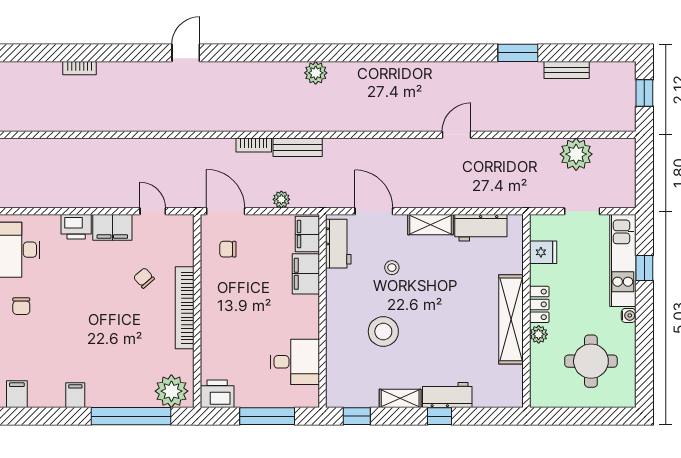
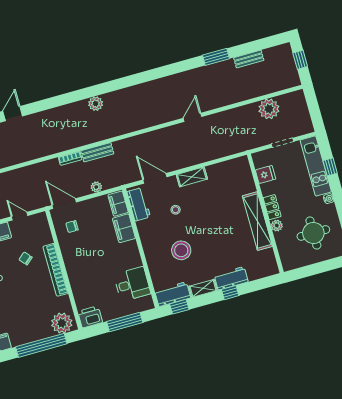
workbench: (481, 228) -> (173, 294), moved, turned 180

